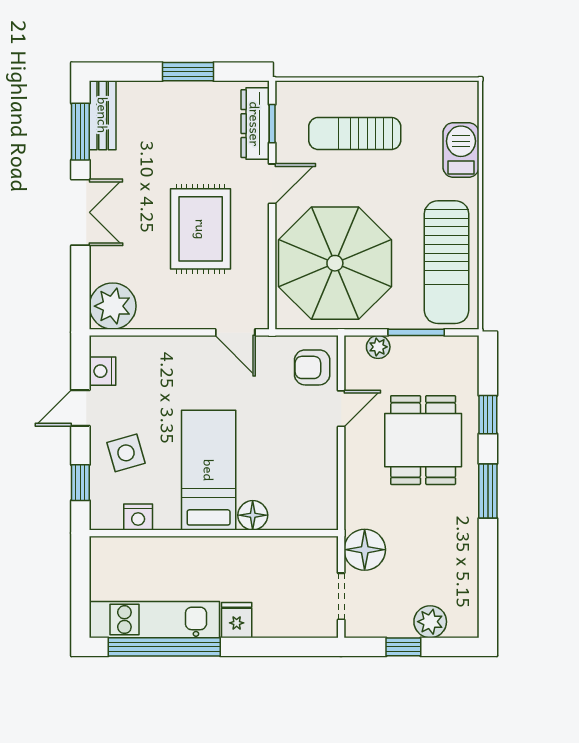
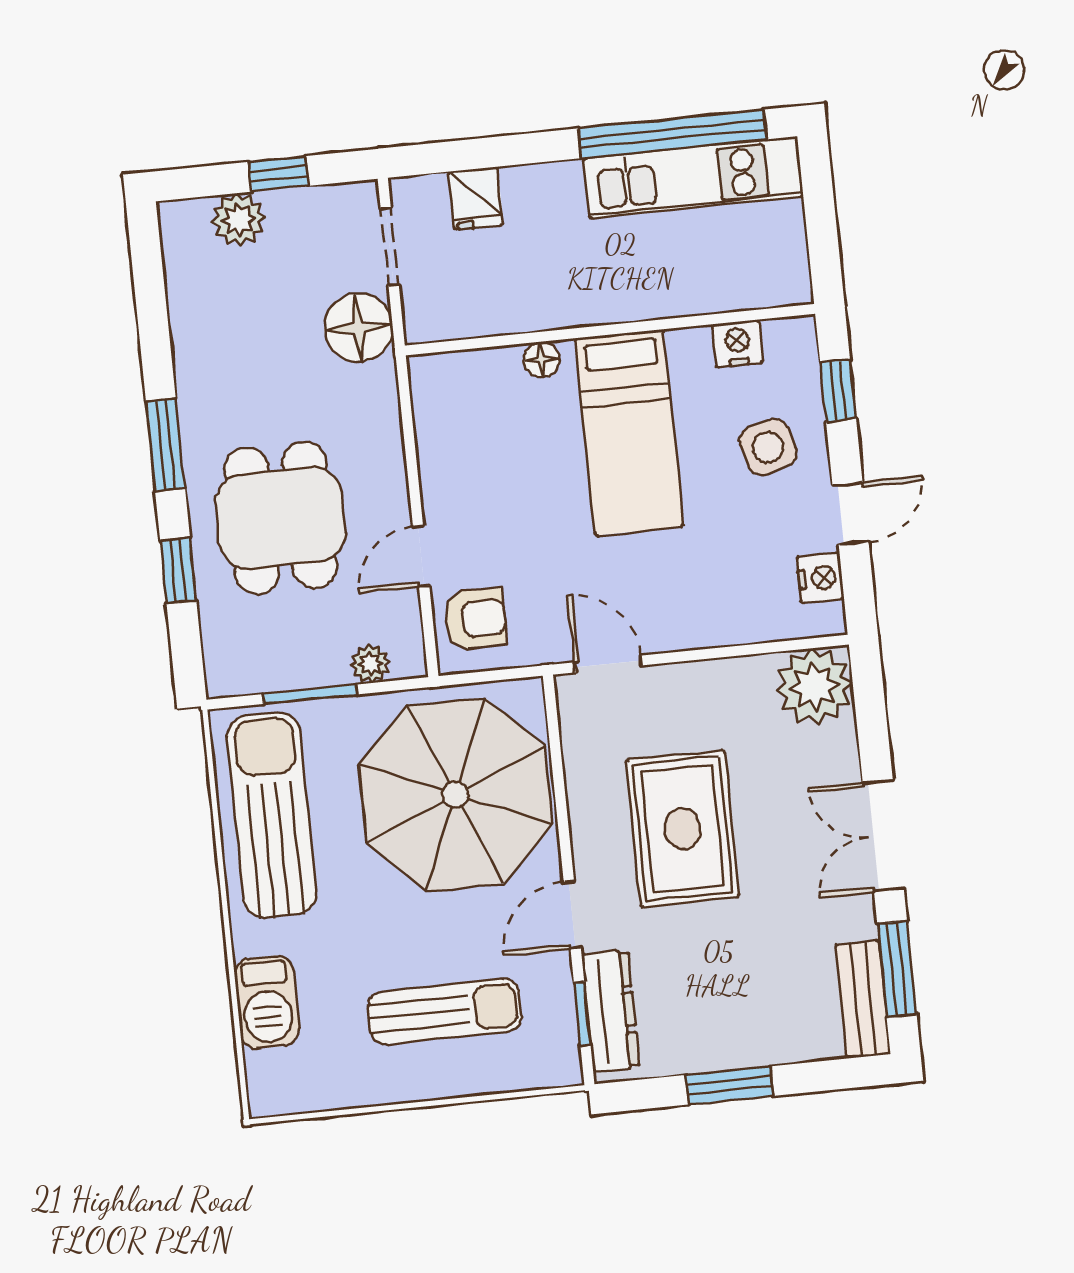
floor lamp: (253, 515) -> (541, 360), width x0.73, depth x0.73
fridge: (237, 620) -> (476, 198), moved

